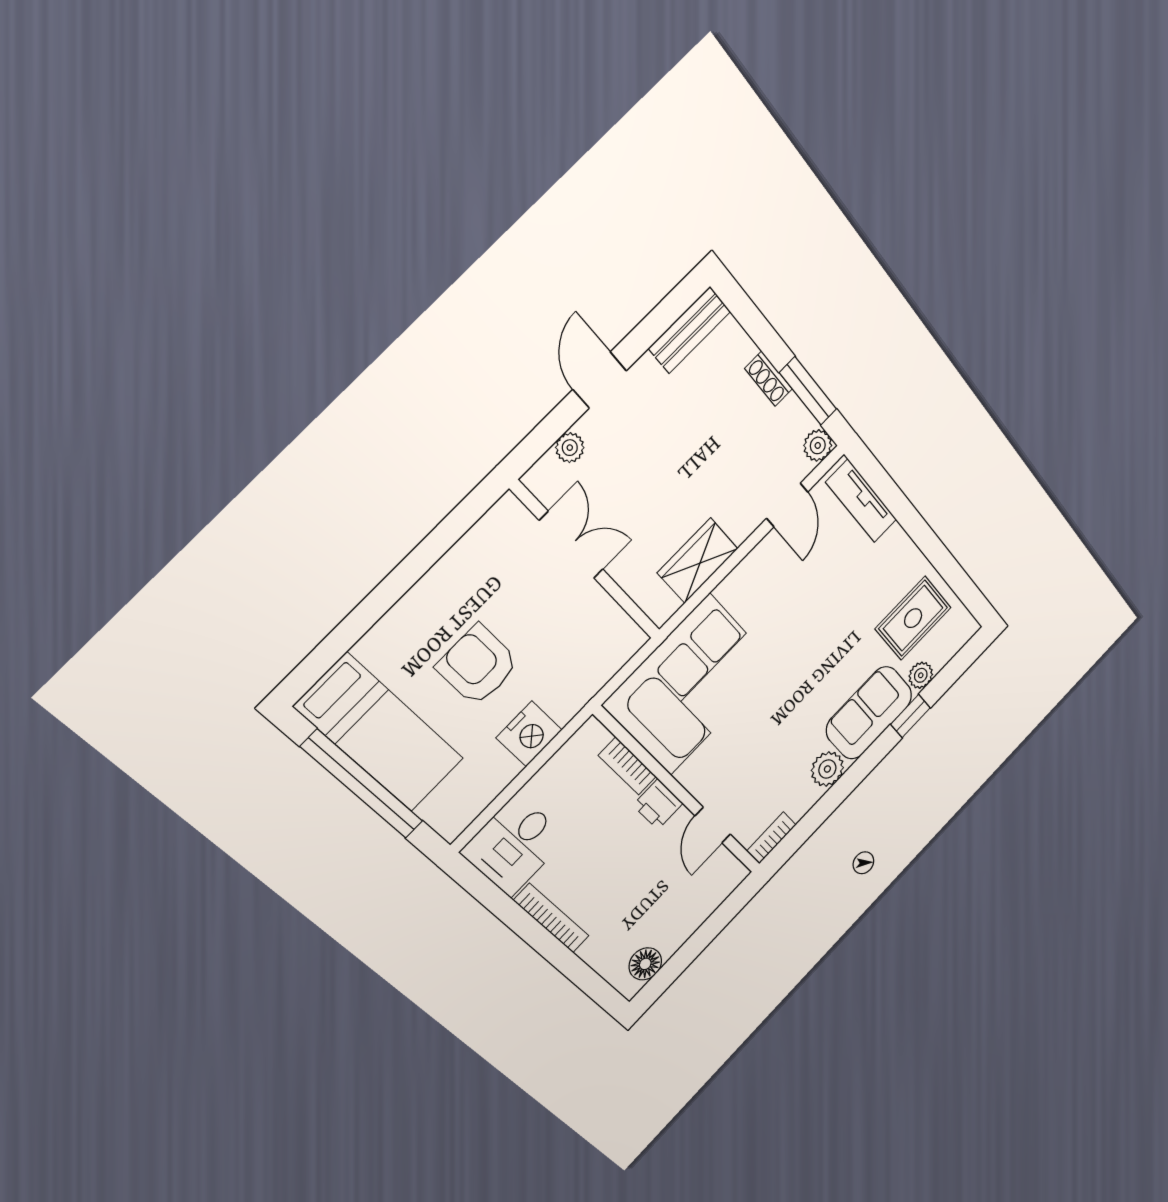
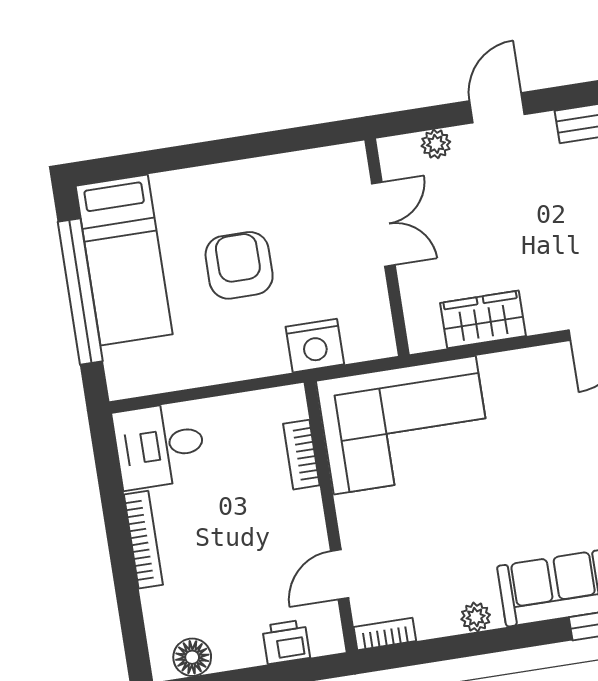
nightstand: (529, 734) -> (315, 346), moved
plant: (827, 769) -> (476, 617), width x0.73, depth x0.73
printer: (658, 804) -> (286, 642), moved, turned 90

